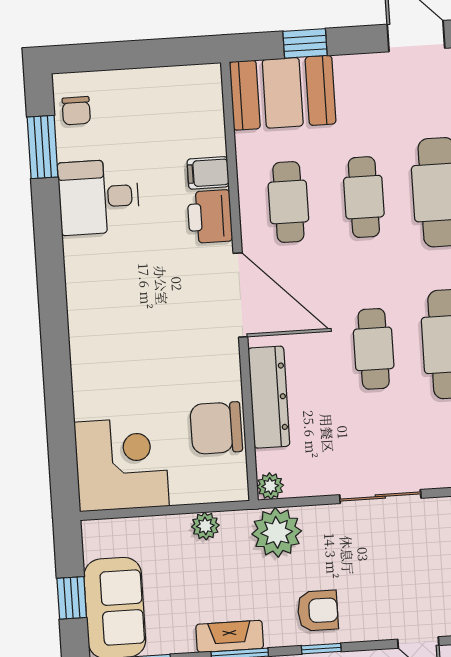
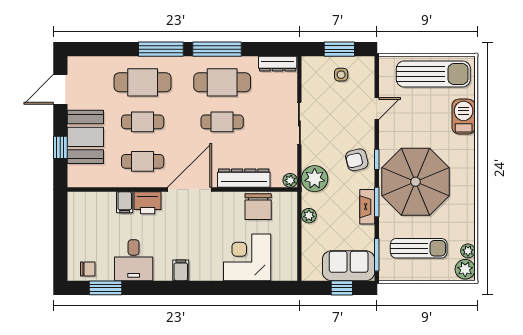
booth: (283, 93) -> (85, 137), moved
filing cabinet: (85, 288) -> (181, 270), added
corner desk: (122, 464) -> (247, 257), moved
armchair: (318, 611) -> (357, 160), turned -104

